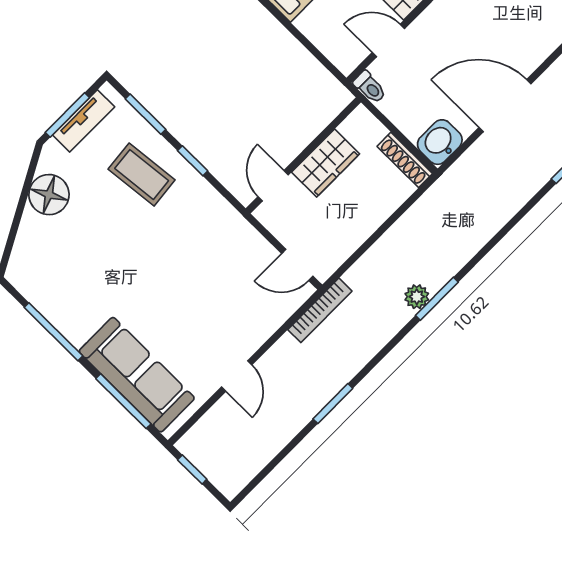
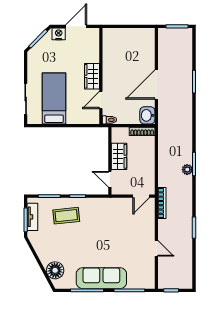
floor lamp: (49, 195) -> (55, 270), moved
sofa: (137, 375) -> (101, 278), moved

